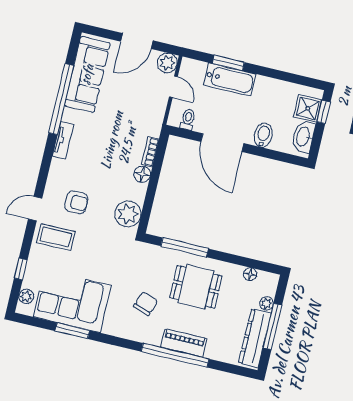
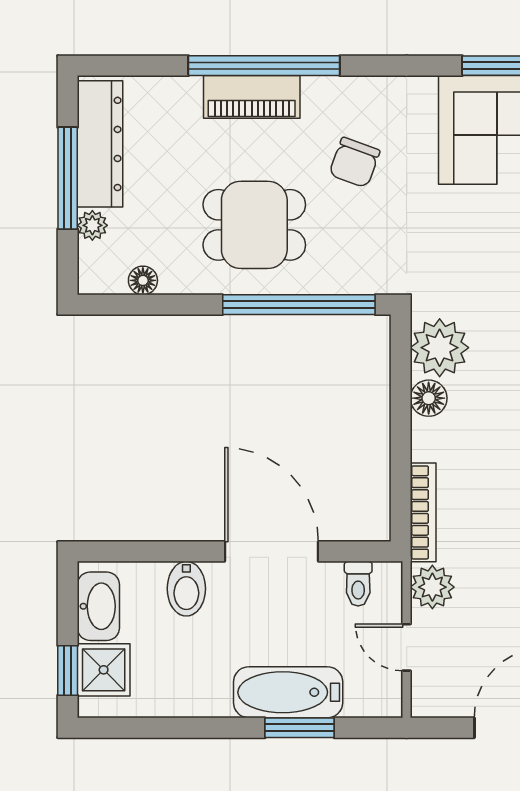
plant: (167, 63) -> (432, 587), moved
bookcase: (150, 152) -> (423, 512), width x1.56
floor lamp: (142, 174) -> (429, 398), moved
window: (185, 247) -> (299, 305), width x1.46

